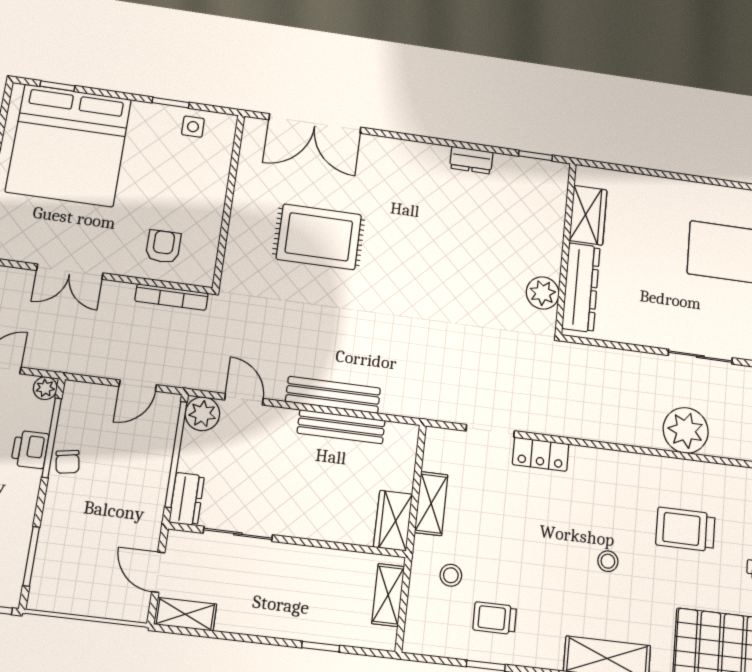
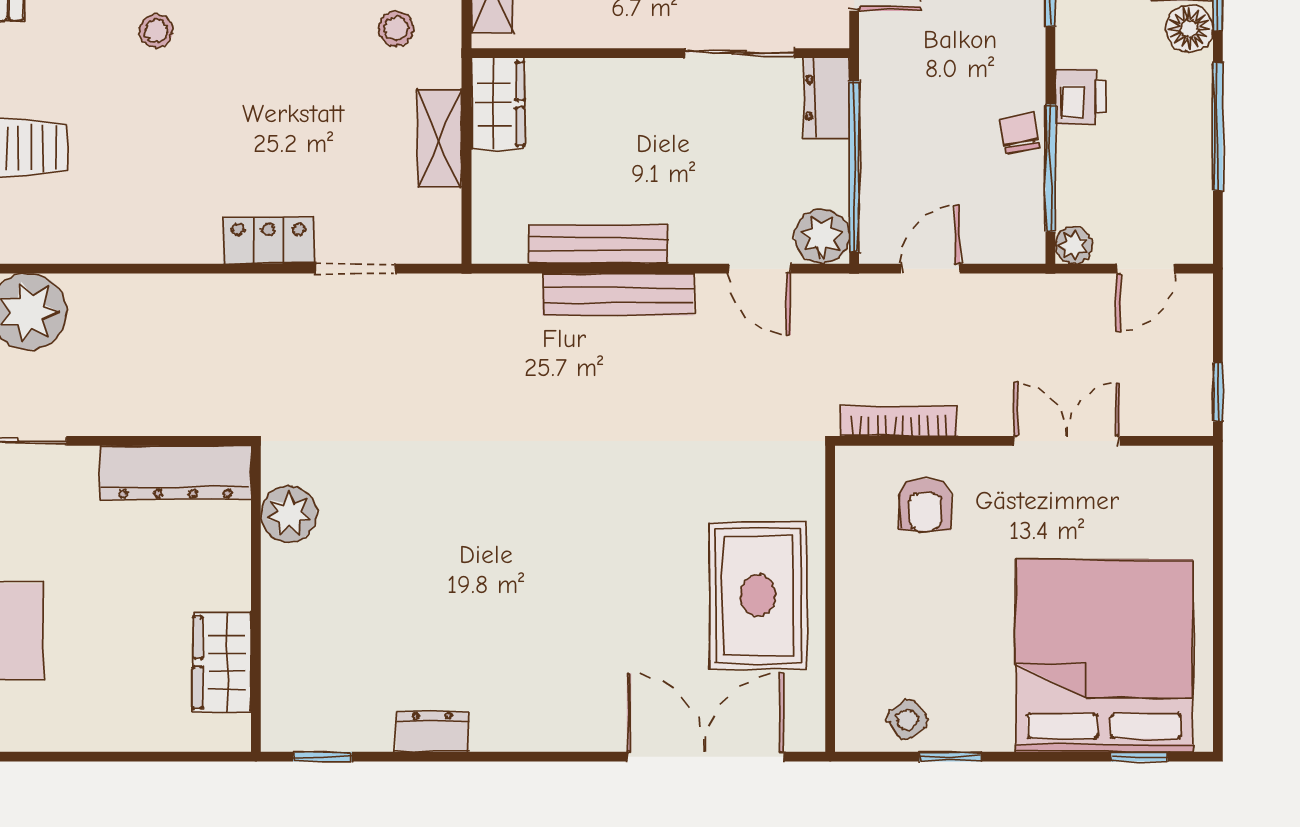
side table: (193, 127) -> (907, 720), turned -38
rug: (319, 237) -> (758, 595), moved, turned 90
dresser: (581, 287) -> (175, 473), moved, turned -90
printer: (30, 449) -> (1081, 97), moved
stool: (608, 561) -> (156, 31), moved

